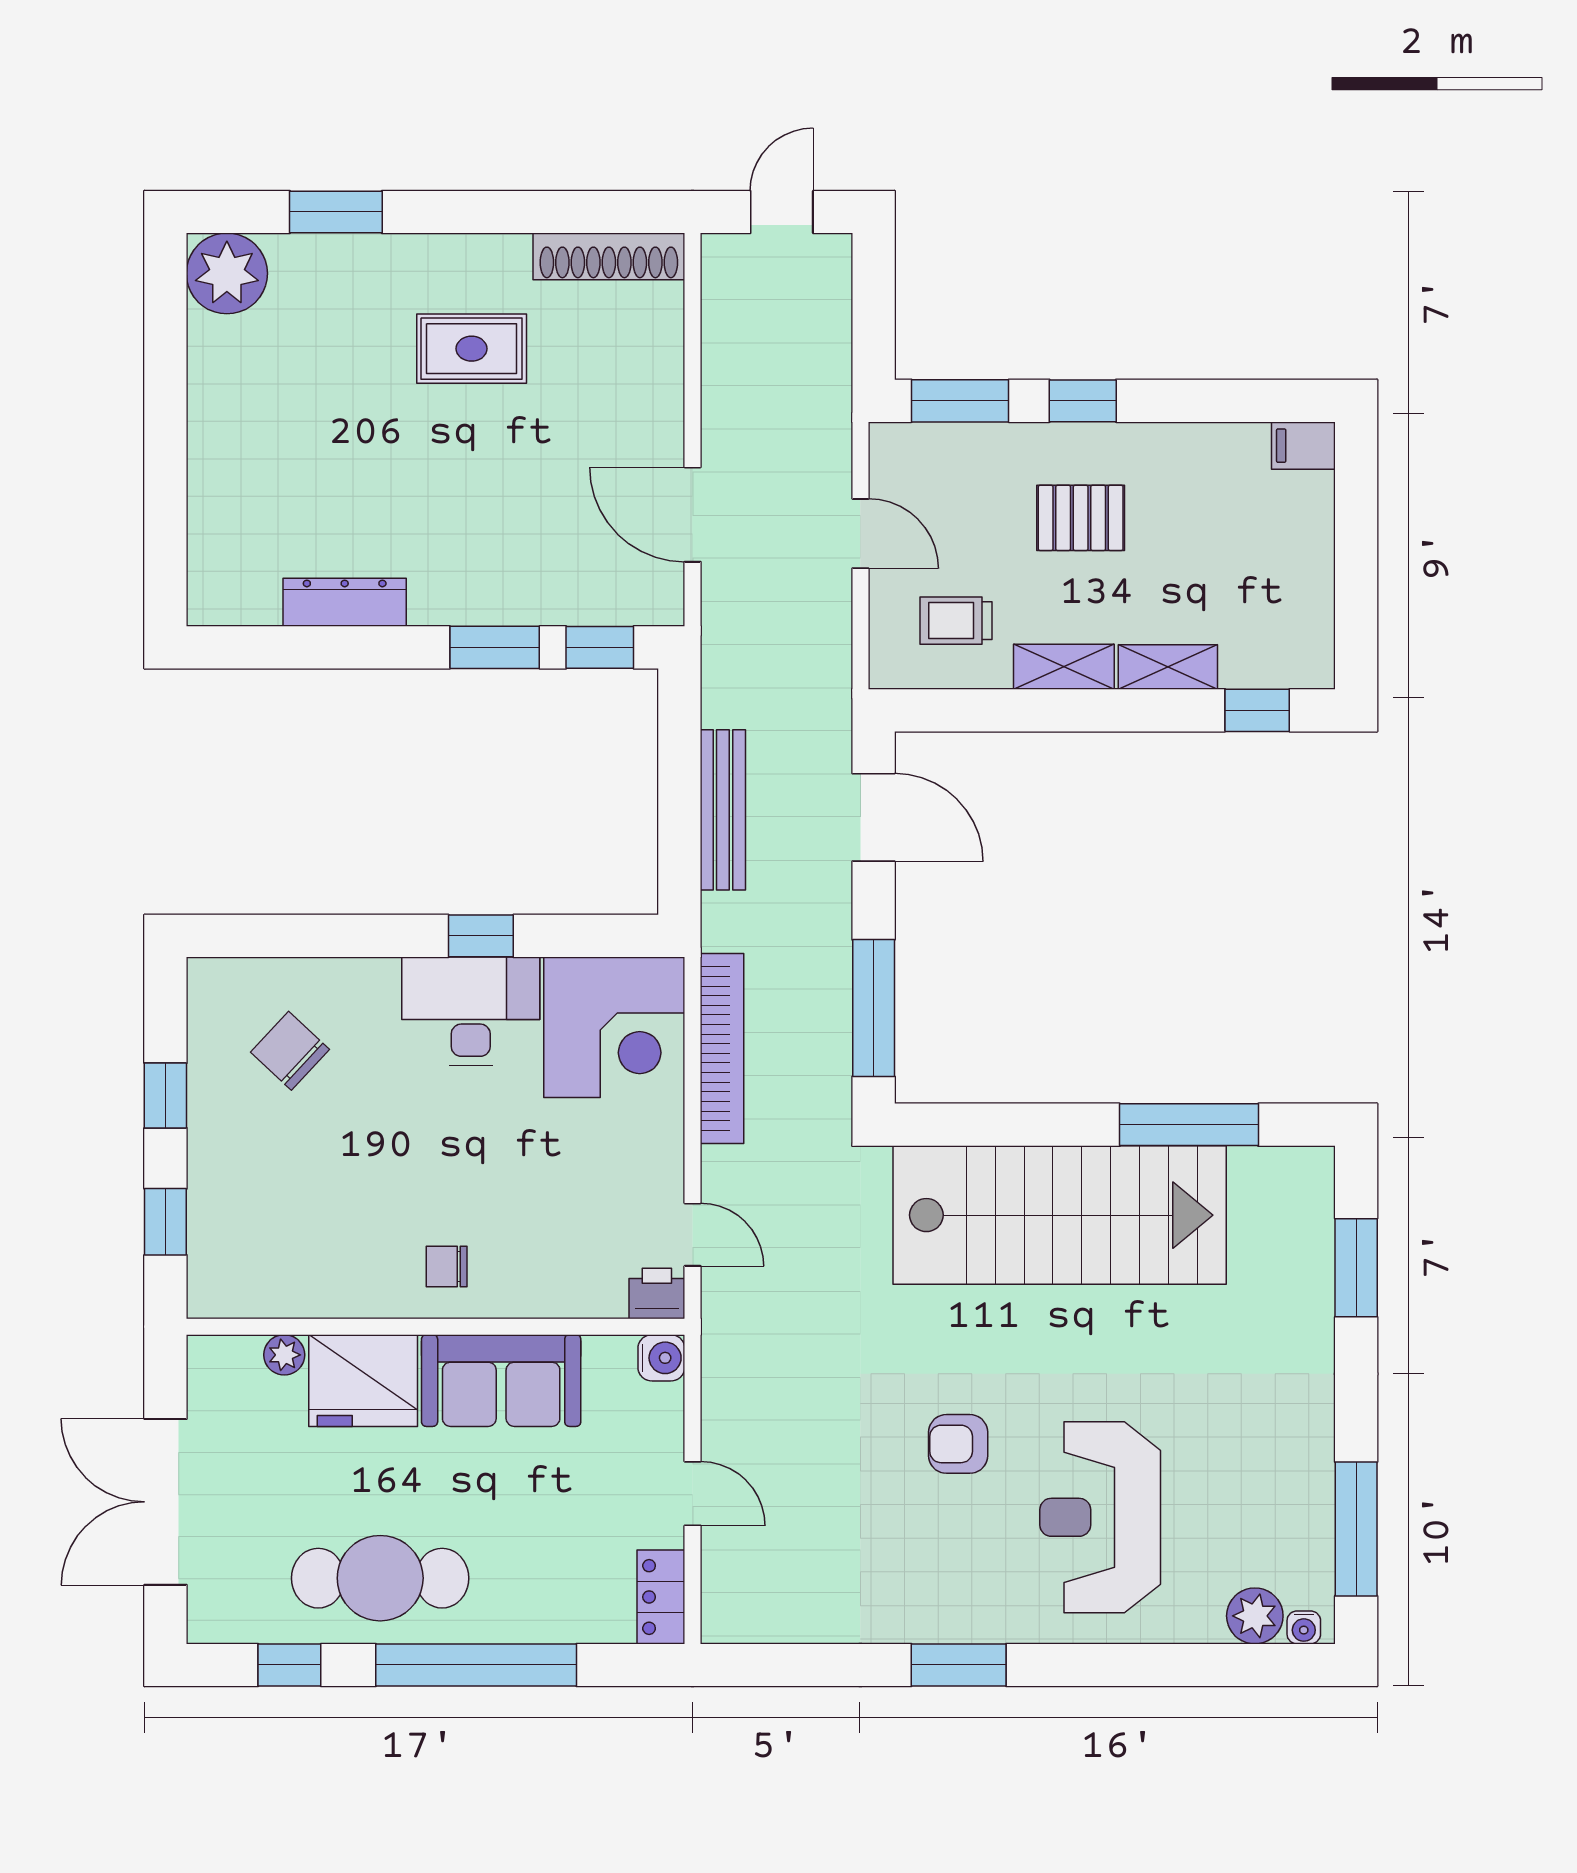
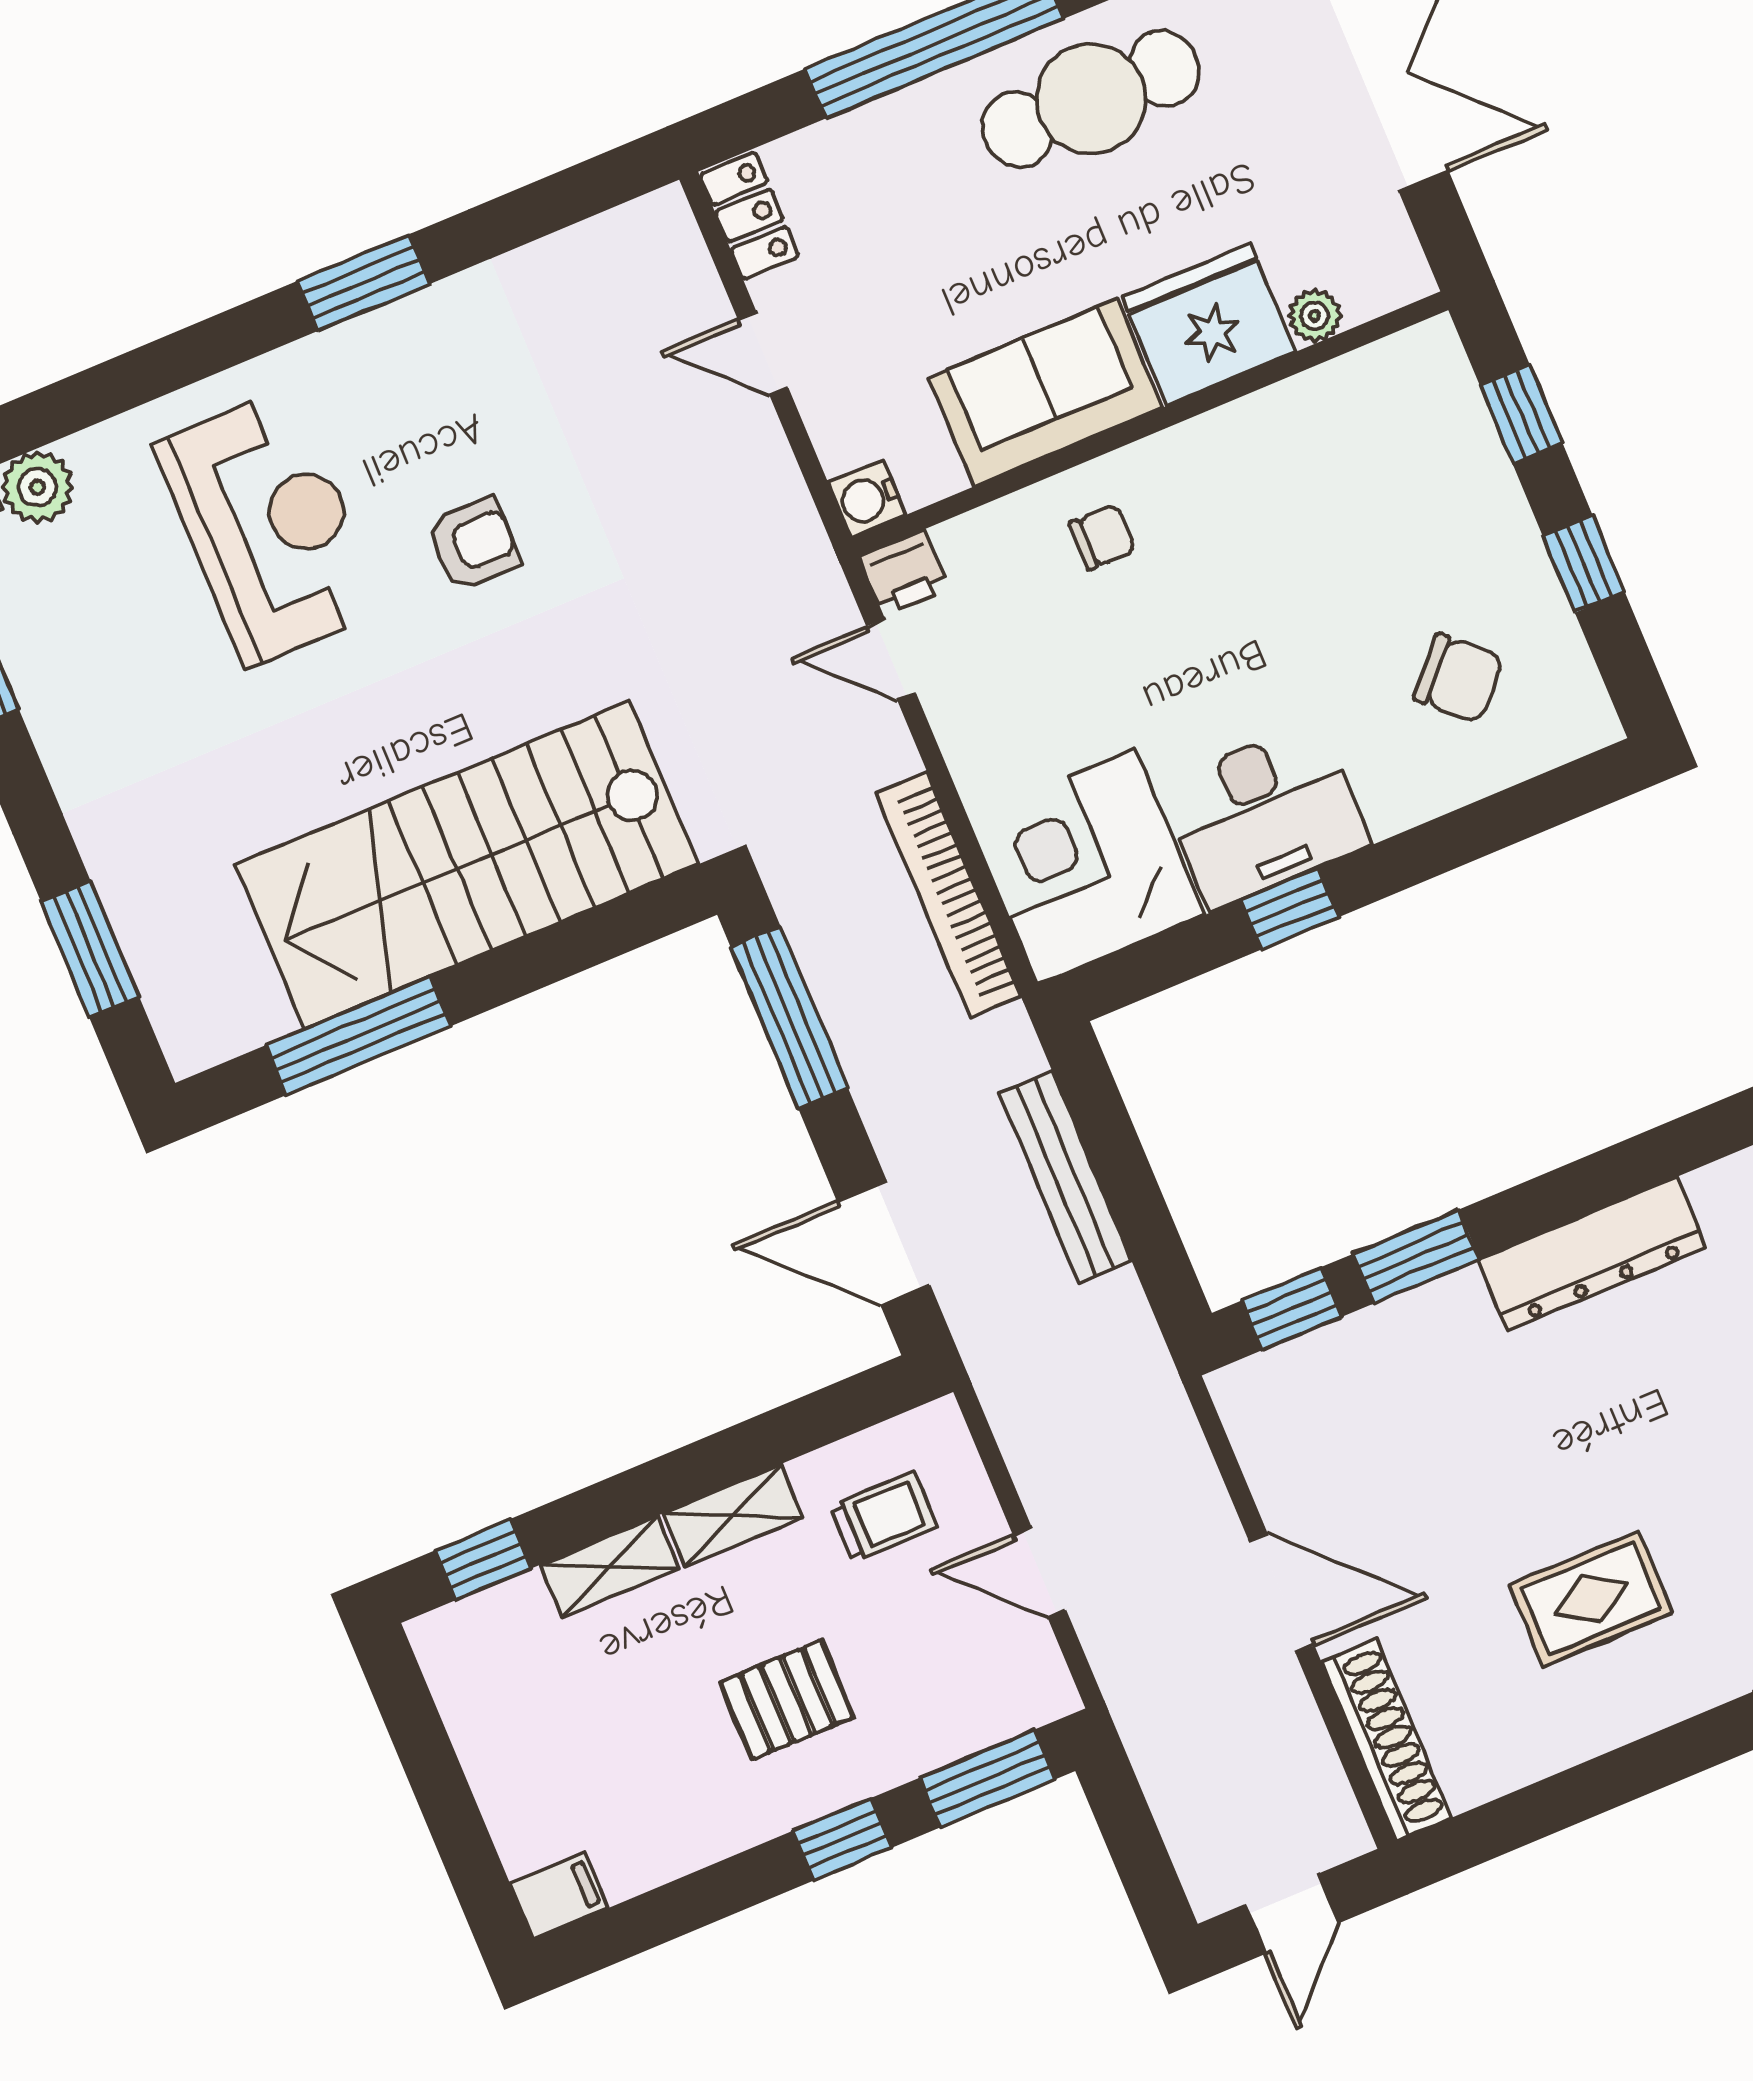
shoe rack: (609, 256) -> (1386, 1740), moved, turned 90
door: (693, 515) -> (1282, 1593), moved
dresser: (345, 602) -> (1592, 1254), width x1.37, depth x1.24
chair: (447, 1266) -> (1102, 537), moved

